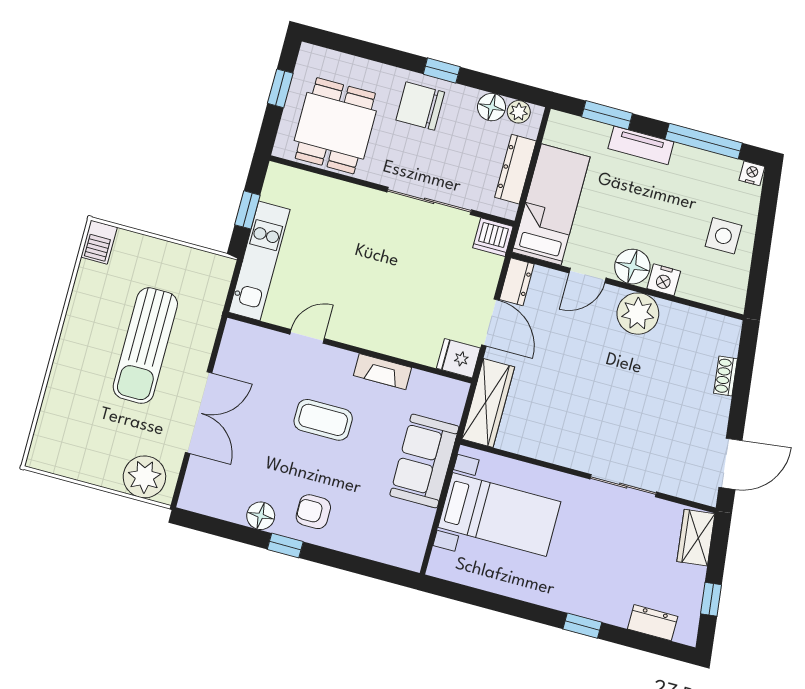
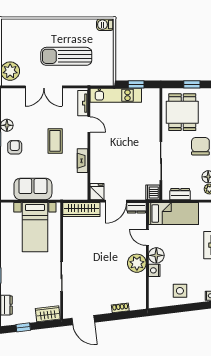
dining table: (335, 126) -> (182, 112), turned 90
dresser: (515, 169) -> (180, 194), width x0.70
tv unit: (257, 337) -> (83, 103), added
sofa: (424, 461) -> (33, 189), moved

